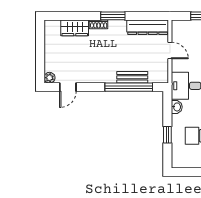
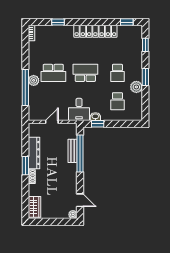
dresser: (148, 27) -> (34, 153), moved
wardrobe: (75, 28) -> (35, 207), moved
window: (167, 135) -> (98, 124), moved

